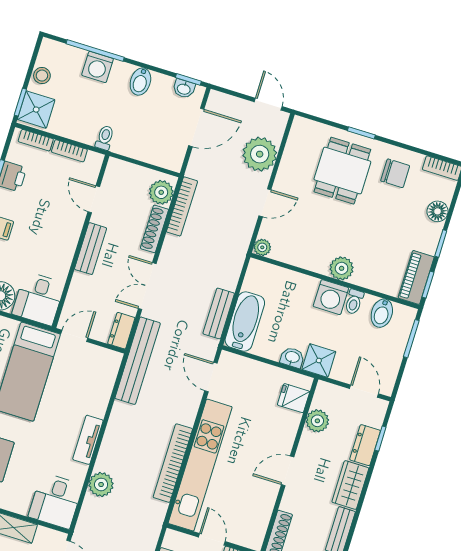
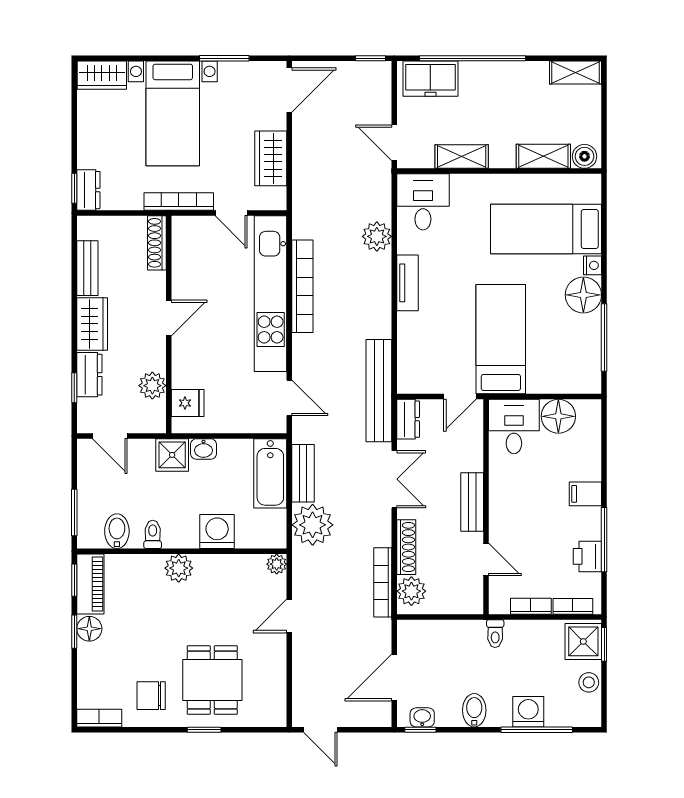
plant: (260, 154) -> (313, 525), moved
floor lamp: (438, 211) -> (89, 629), moved
washing machine: (331, 297) -> (217, 532), moved

